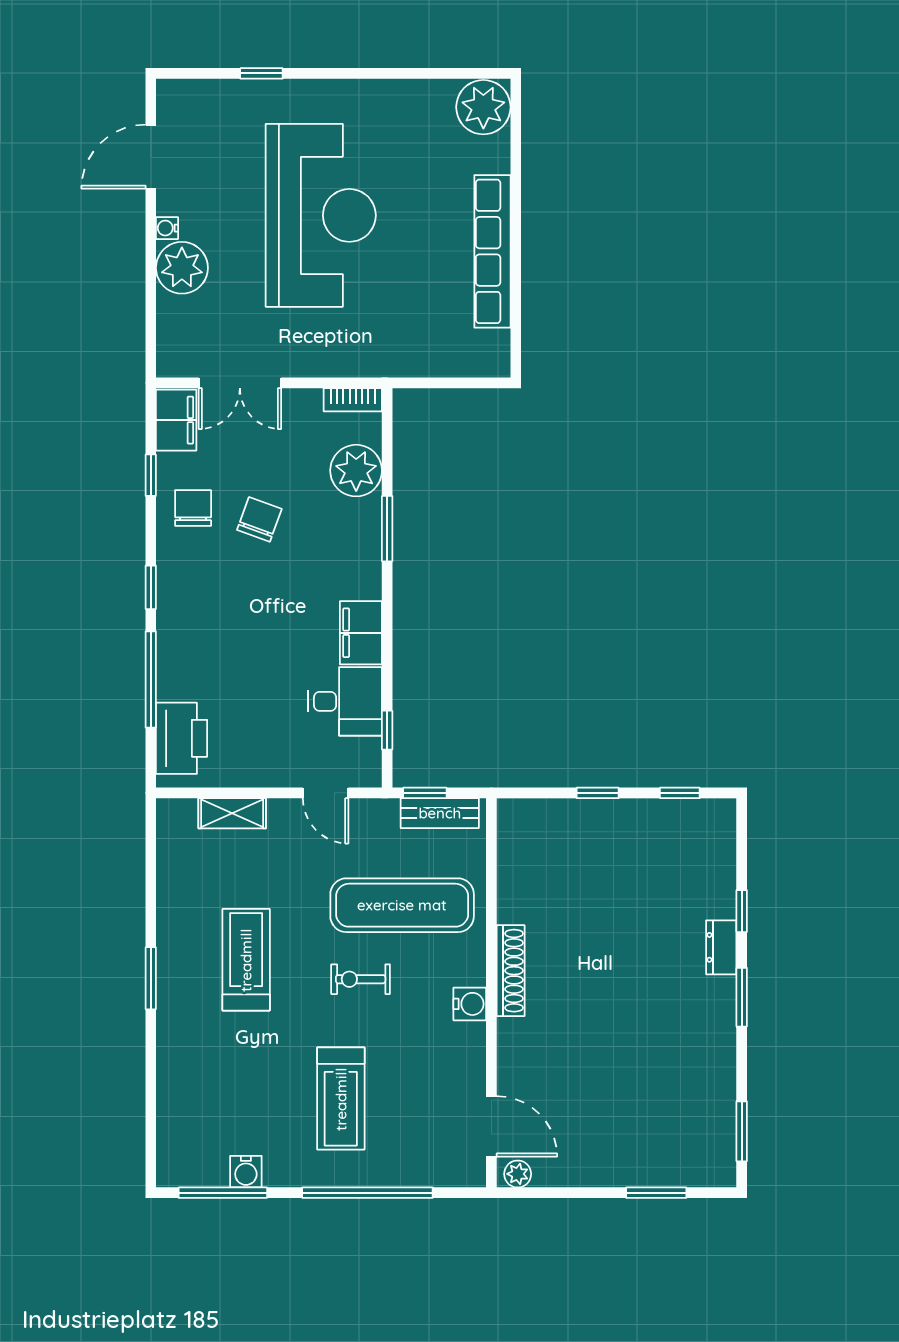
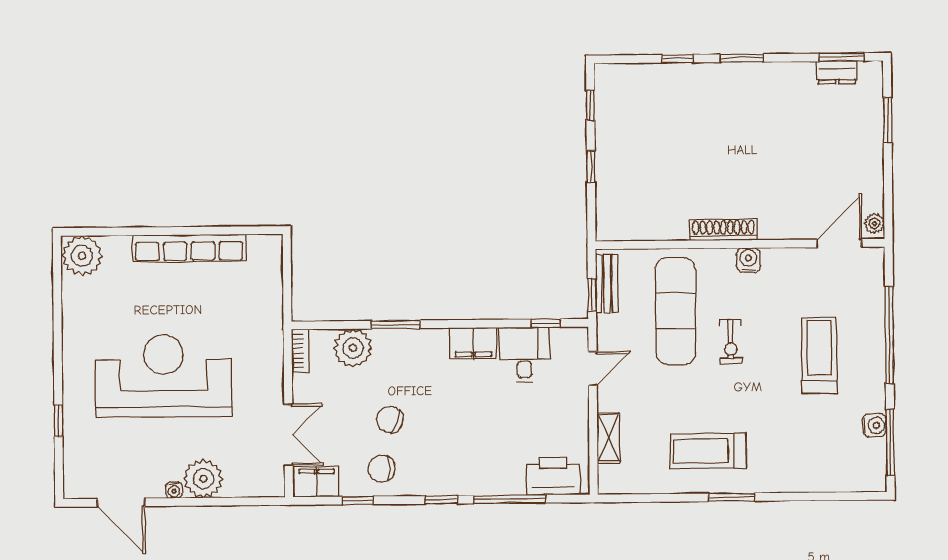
dresser: (721, 947) -> (837, 72), moved
treadmill: (246, 960) -> (708, 451), moved
treadmill: (341, 1099) -> (820, 355), turned -90

